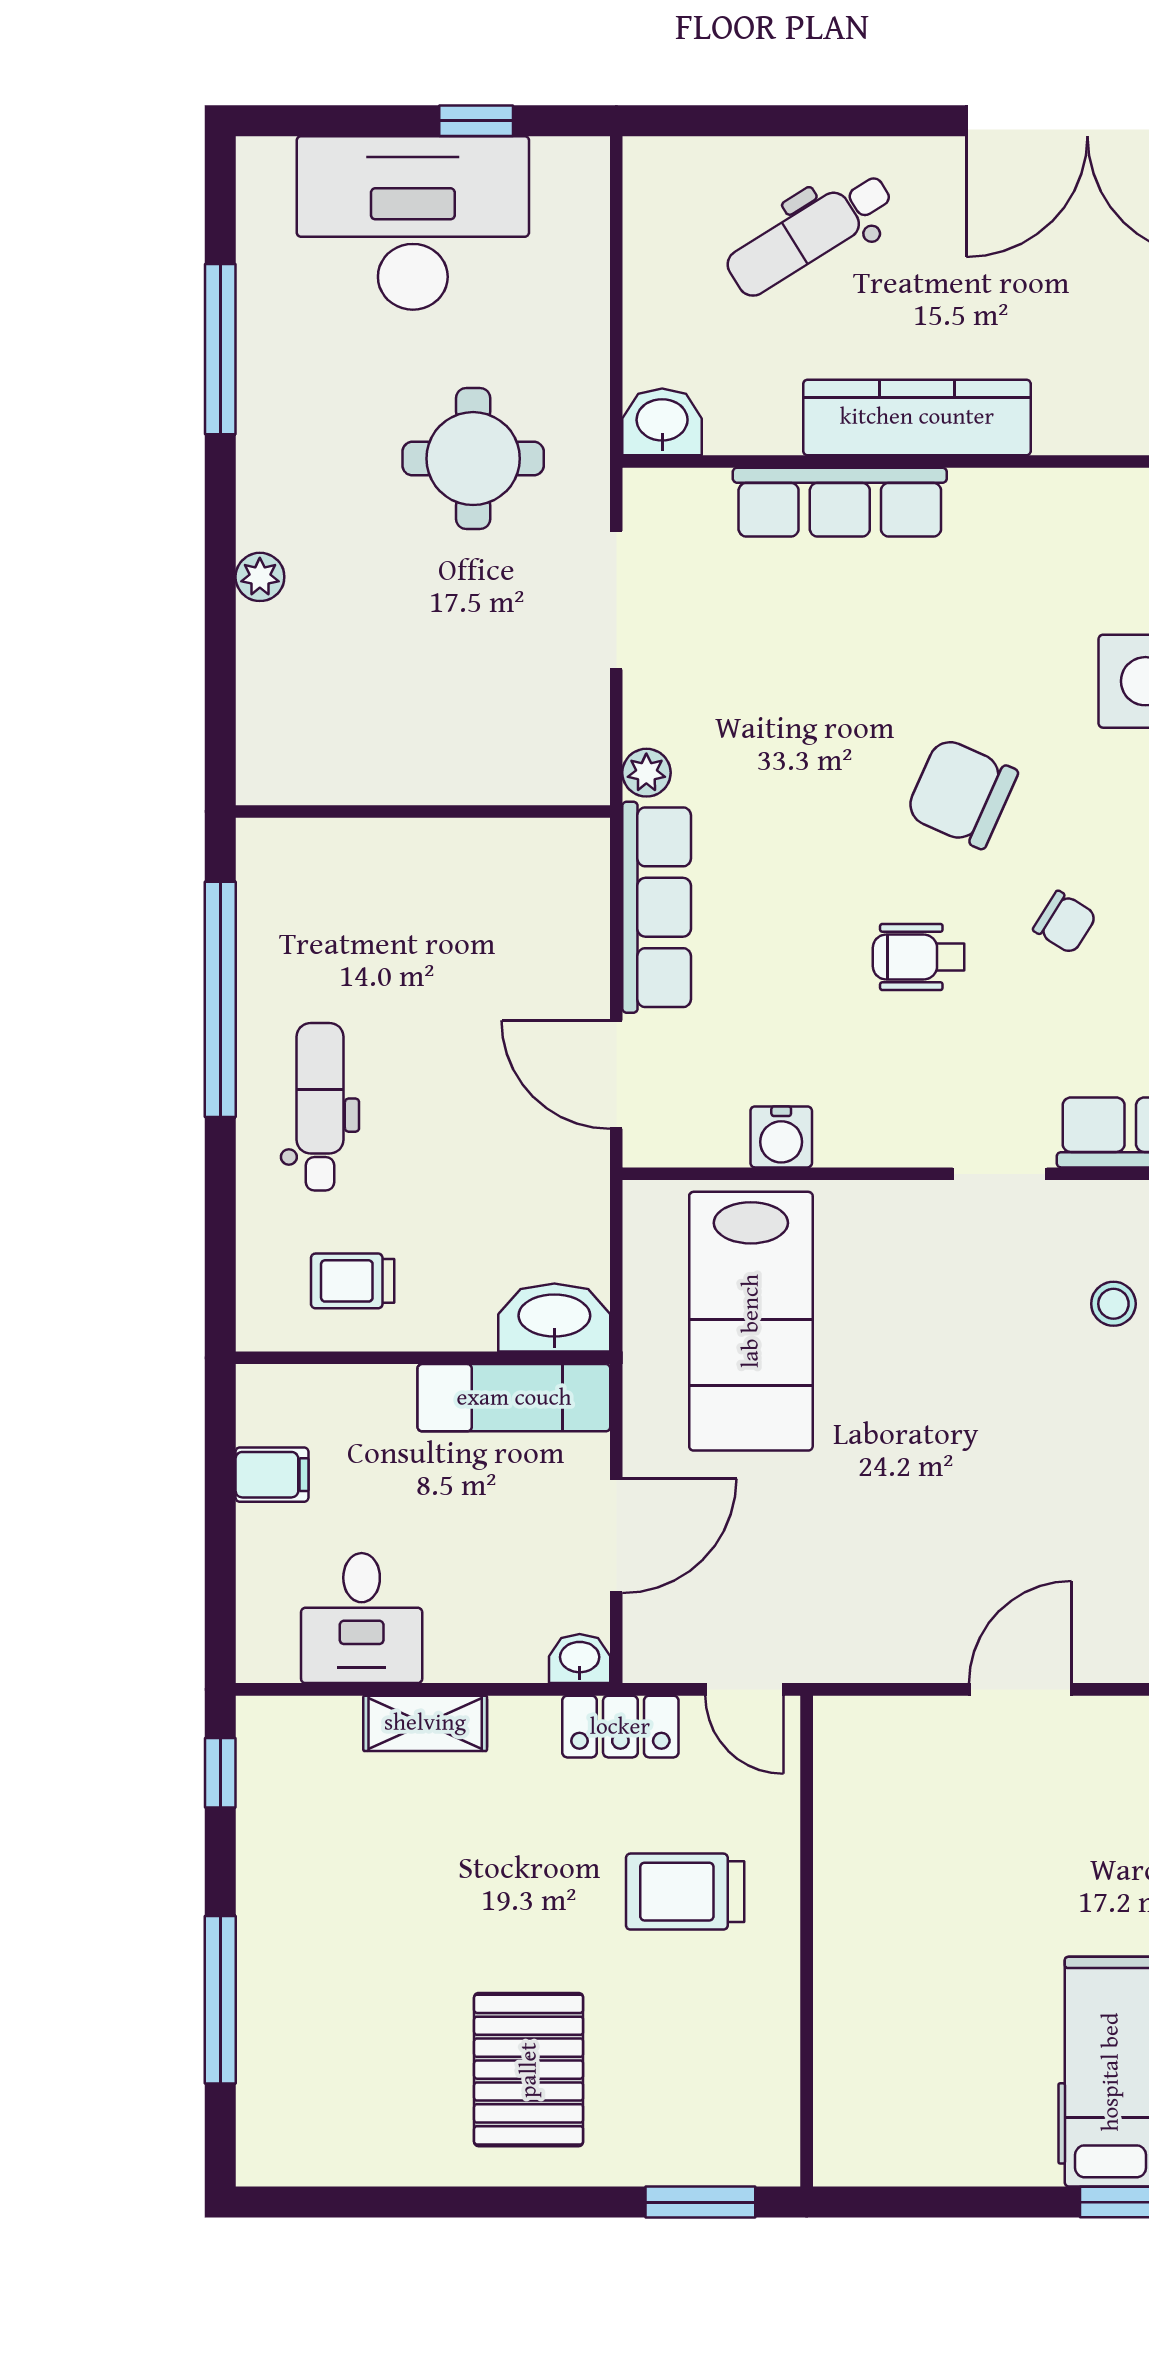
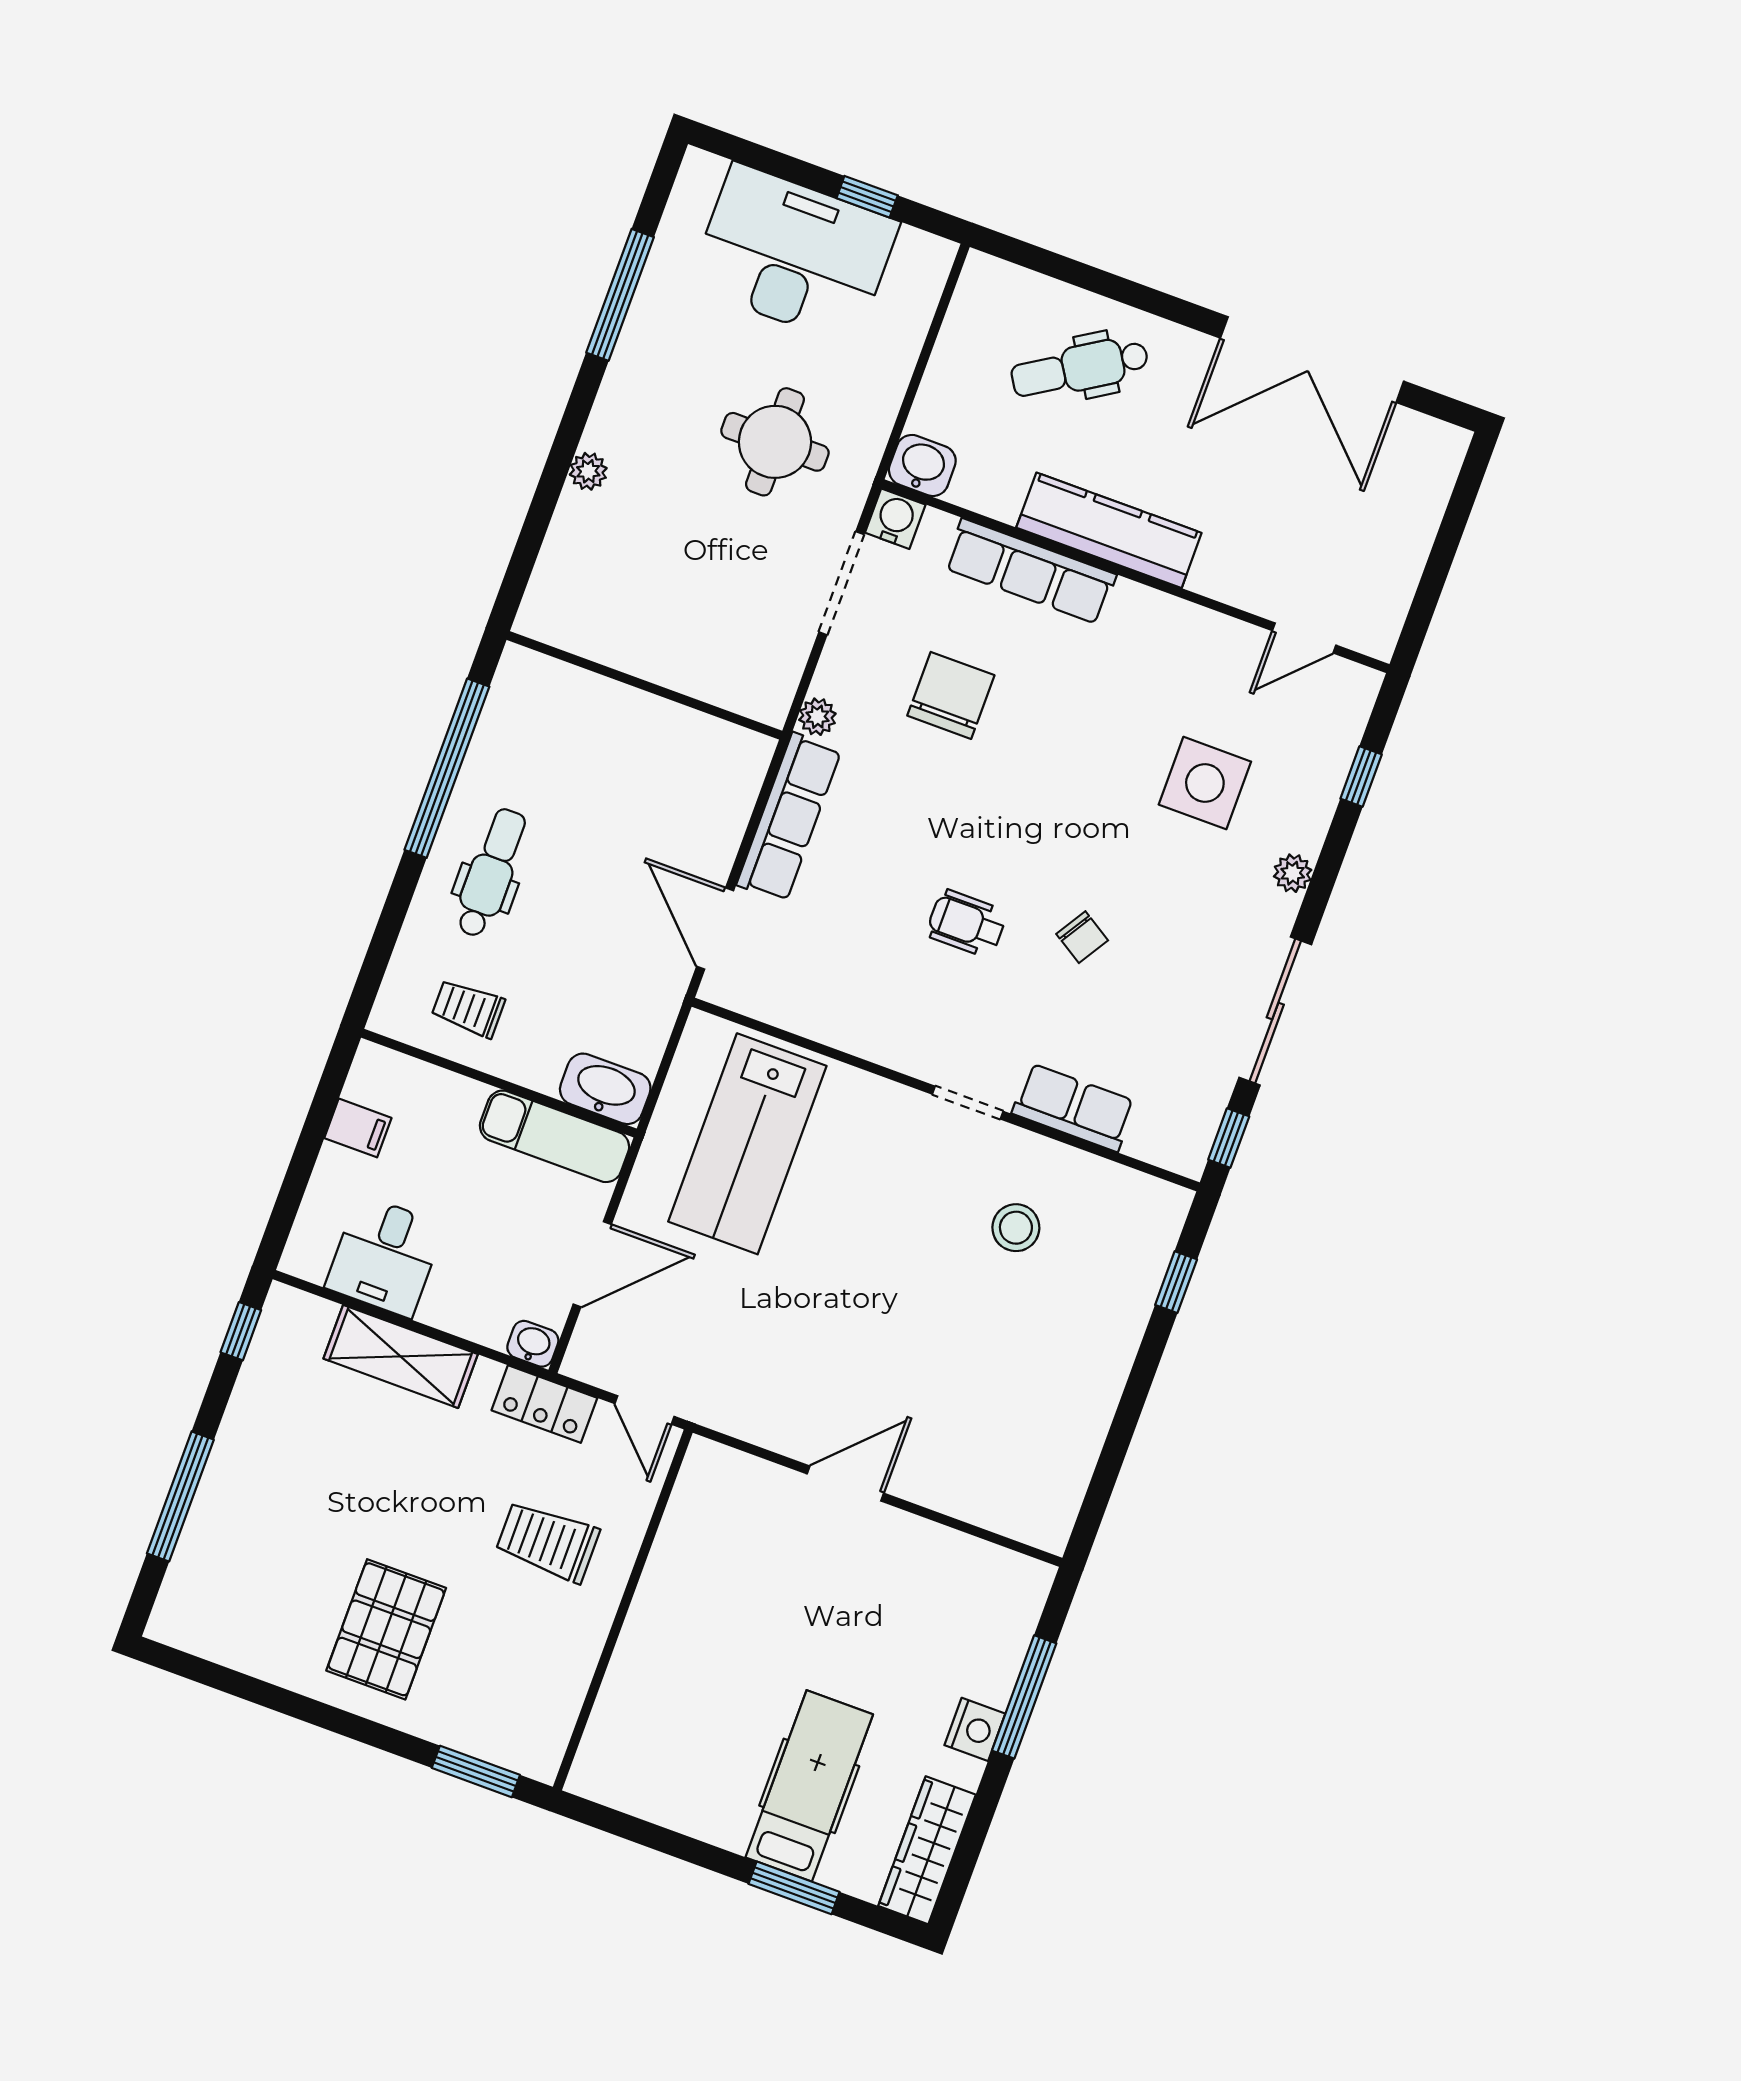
chair: (962, 793) -> (951, 695), moved, turned 66
water cooler: (781, 1137) -> (895, 519), moved, turned 180
stool: (1113, 1304) -> (1016, 1228), width x1.37, depth x1.37
shelving: (425, 1723) -> (401, 1356), width x1.50, depth x1.33

